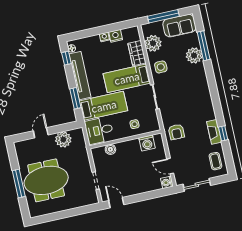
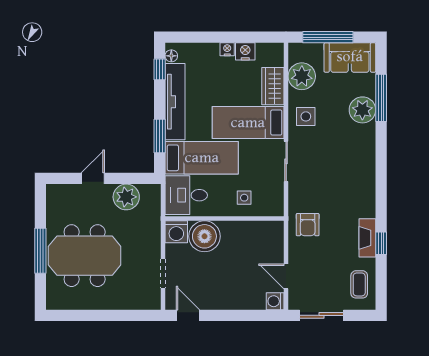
washing machine: (147, 143) -> (176, 232), moved
boiler: (110, 149) -> (204, 236), width x1.86, depth x1.86

